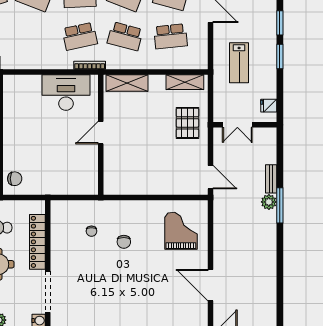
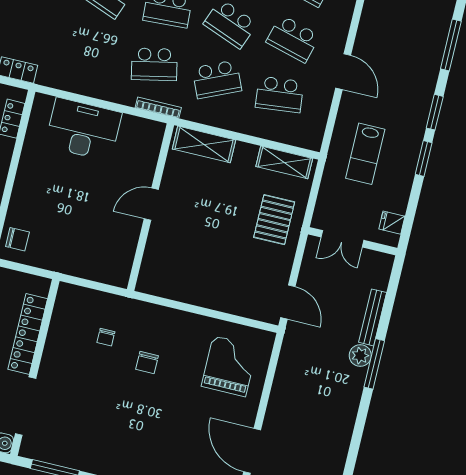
school desk: (125, 36) -> (217, 79), turned -39
desk: (66, 93) -> (83, 129), moved
bench: (271, 179) -> (373, 317), width x1.36

